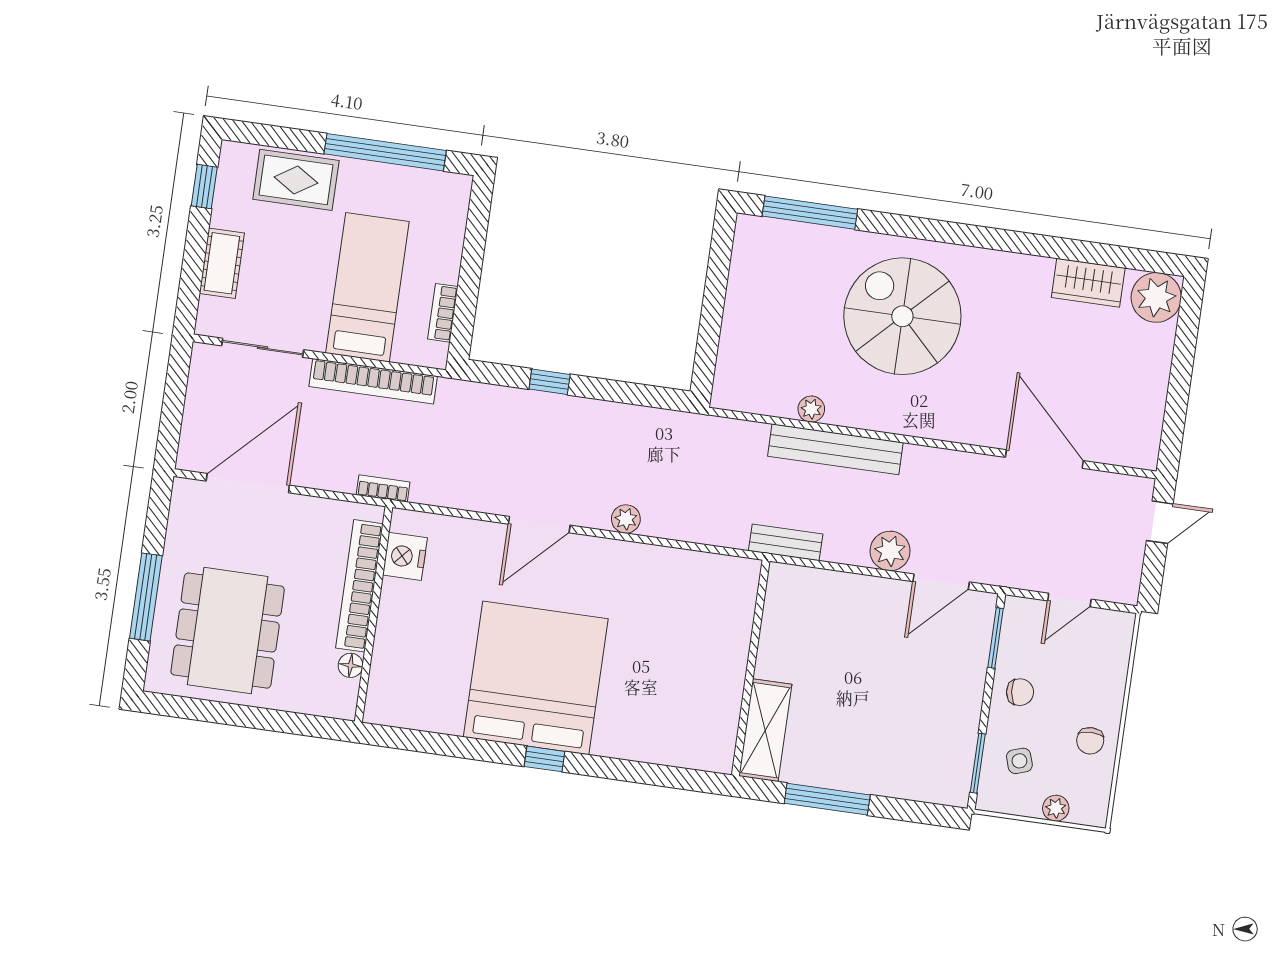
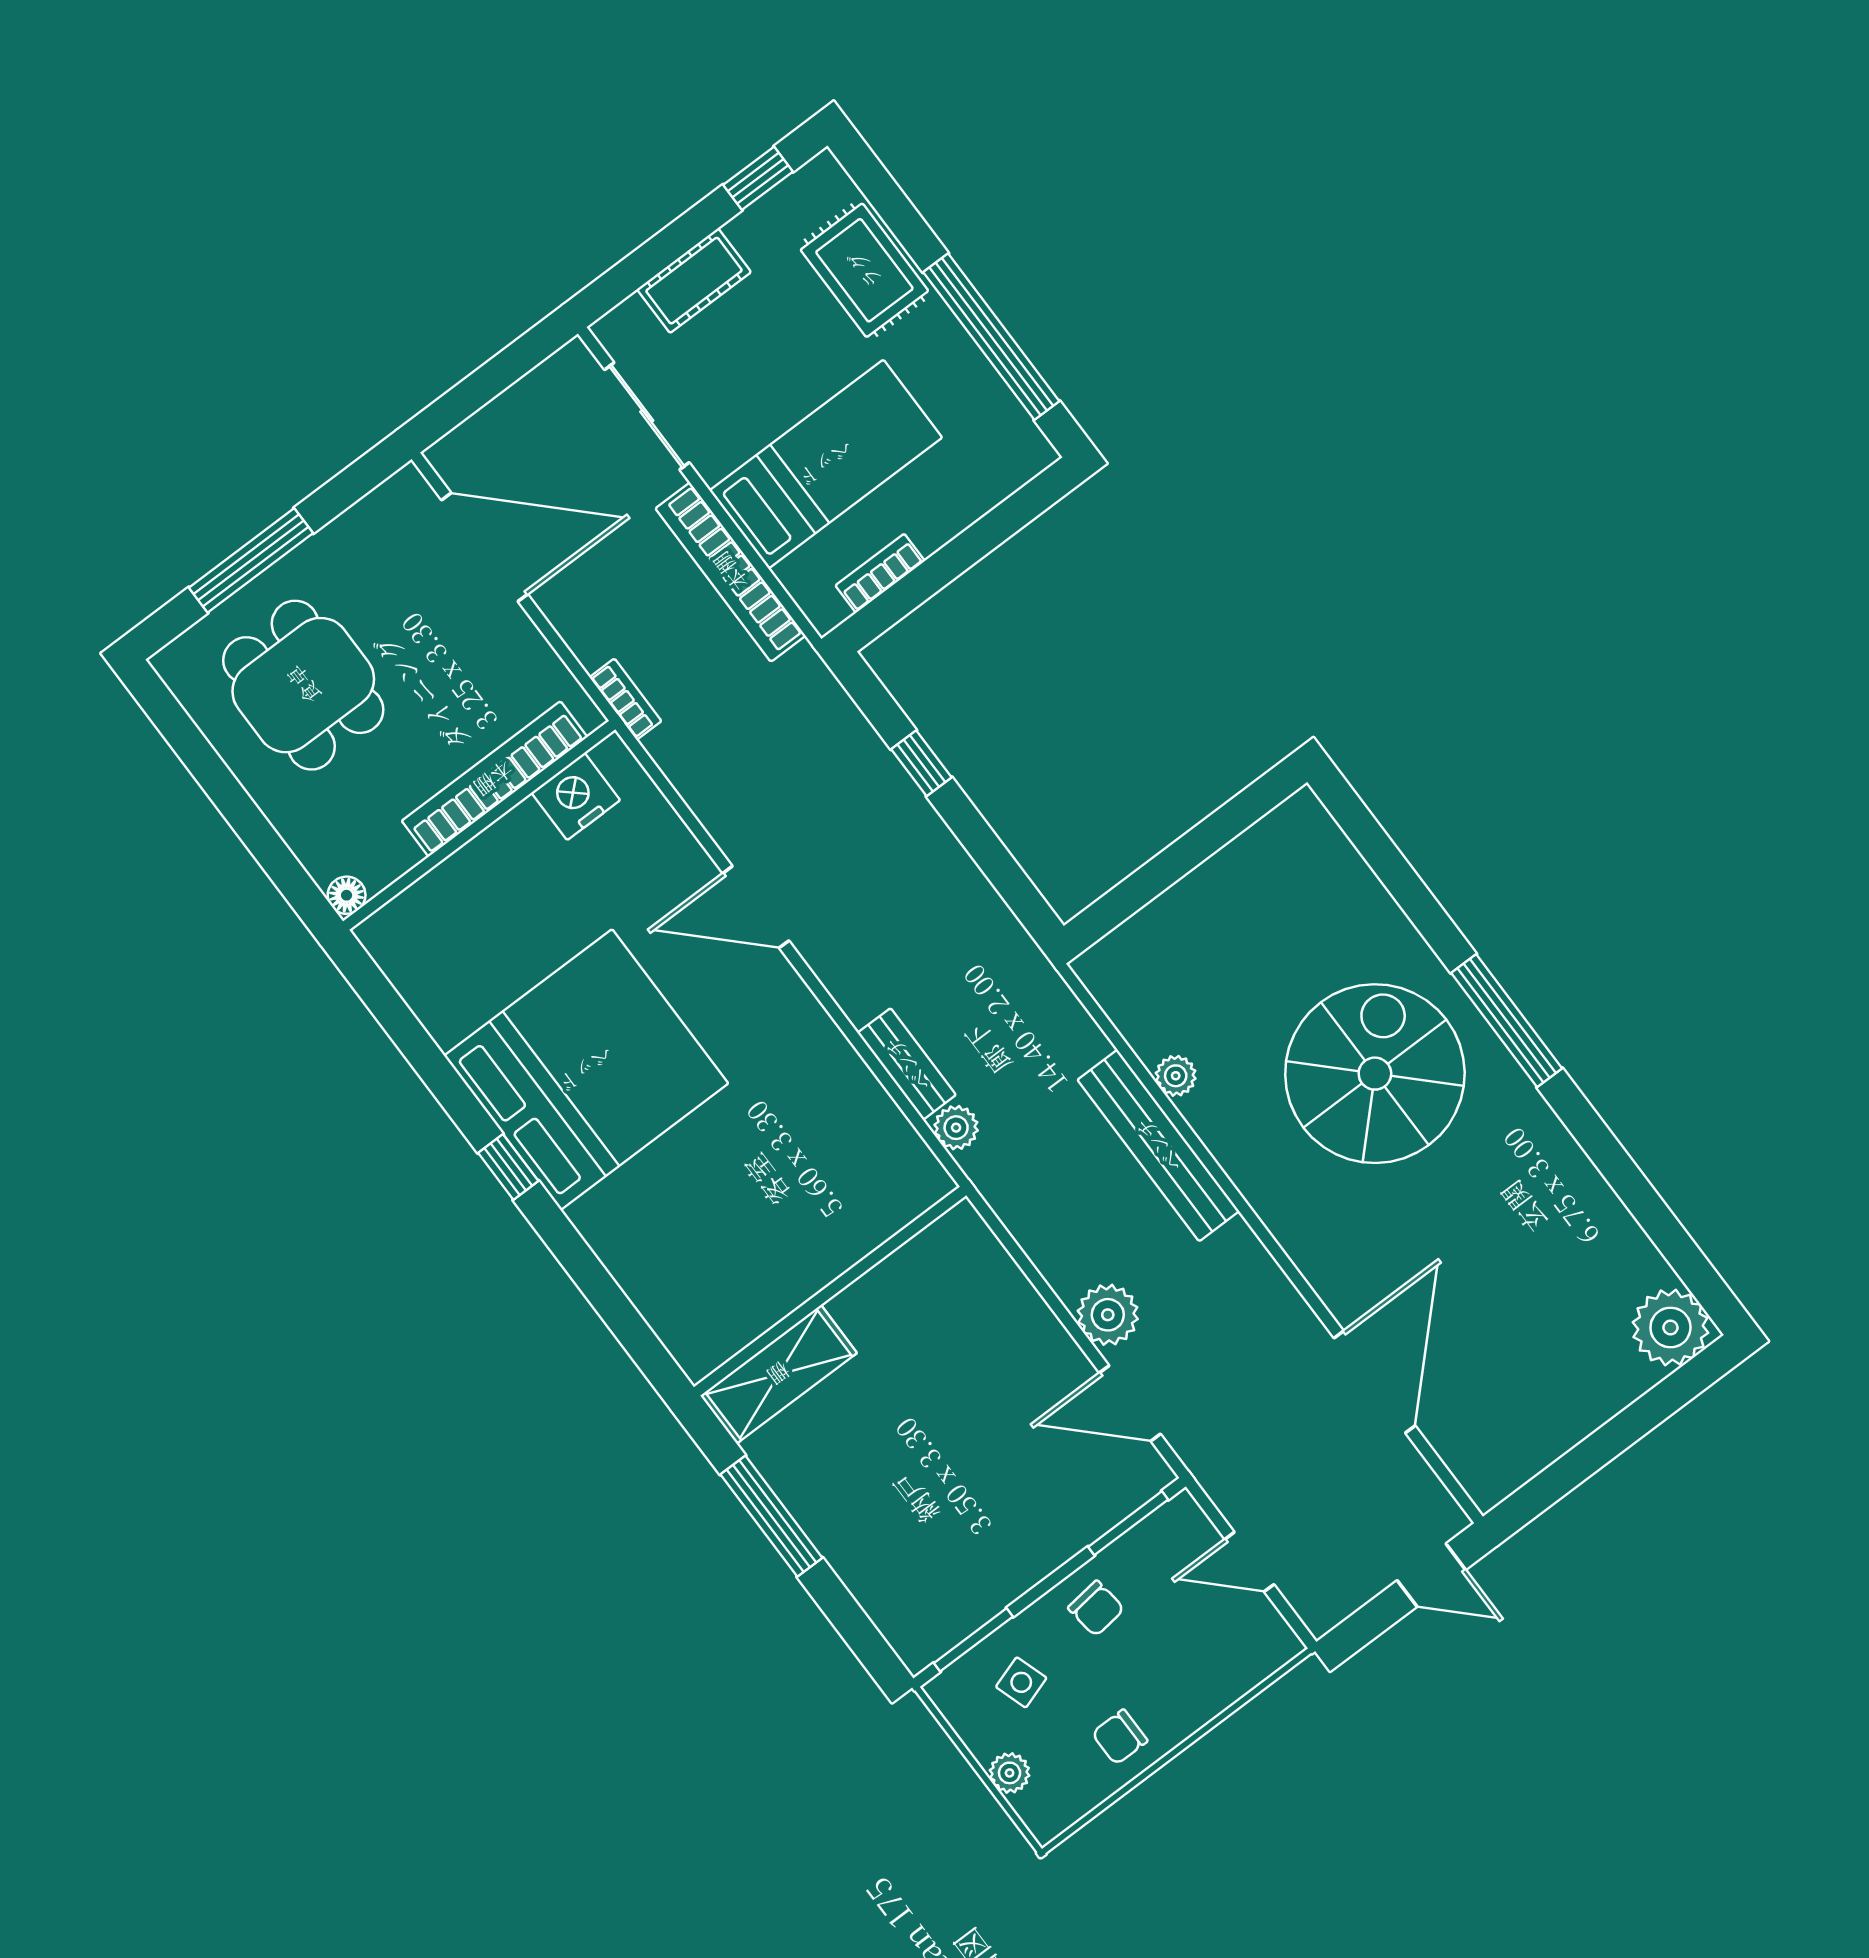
window: (810, 213) -> (1507, 1021), moved
wardrobe: (1088, 283) -> (1613, 1238), removed
plant: (626, 519) -> (956, 1128), moved
bench: (786, 542) -> (907, 1064), moved
dining table: (228, 631) -> (303, 685), width x0.73
floor lamp: (351, 665) -> (347, 895), moved

